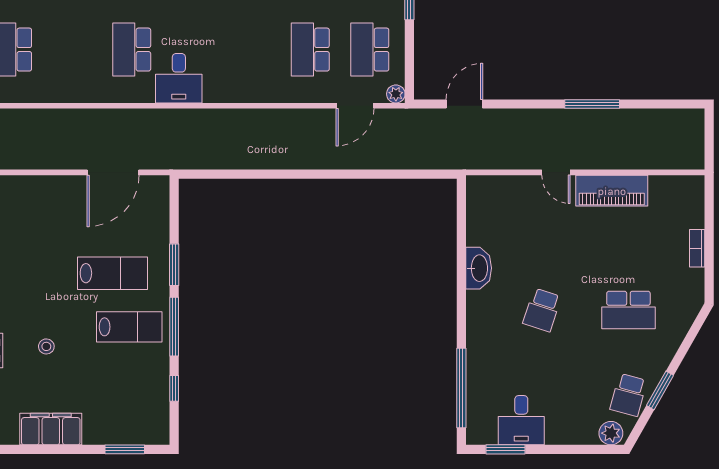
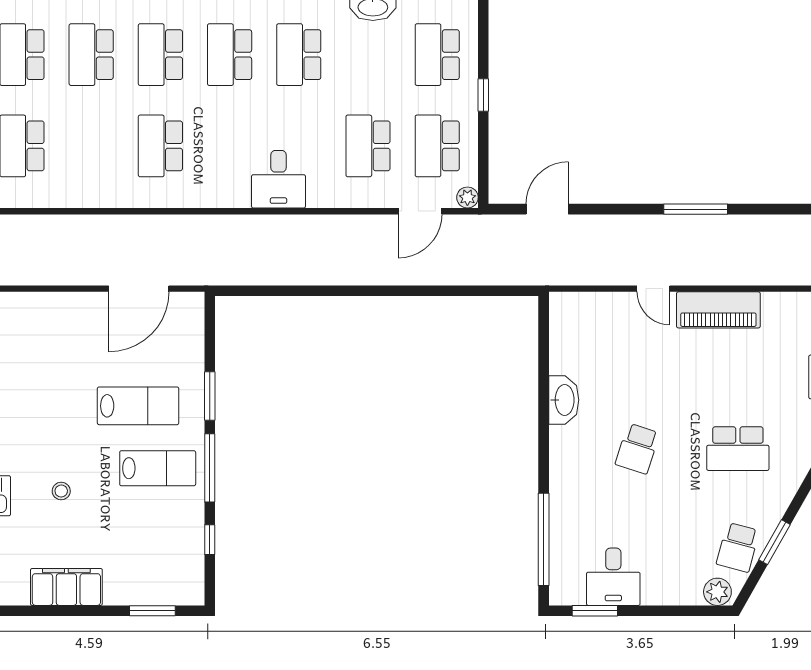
desk: (179, 78) -> (278, 179), moved

